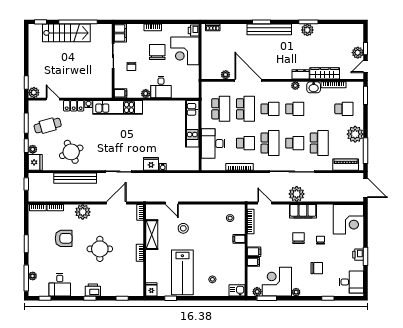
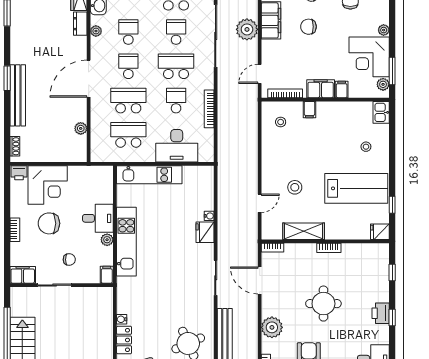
bench: (269, 29) -> (18, 95), moved
plant: (307, 30) -> (18, 14), removed
door: (248, 80) -> (89, 79), moved
kitchen unit: (118, 107) -> (126, 242), moved
filing cabinet: (254, 252) -> (321, 89), width x2.00

